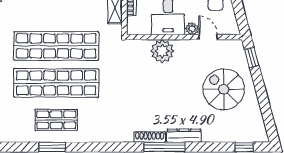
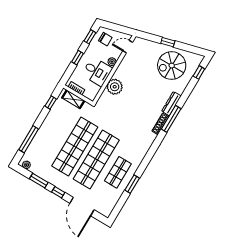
door: (208, 37) -> (128, 47), moved
window: (252, 57) -> (168, 42), moved
spiral stairs: (224, 89) -> (172, 66), moved

